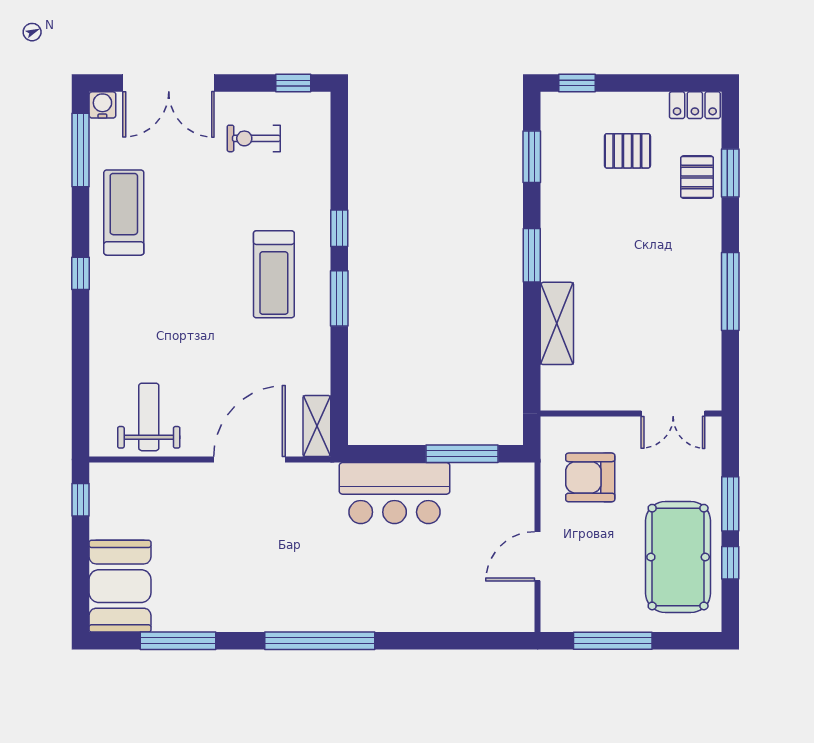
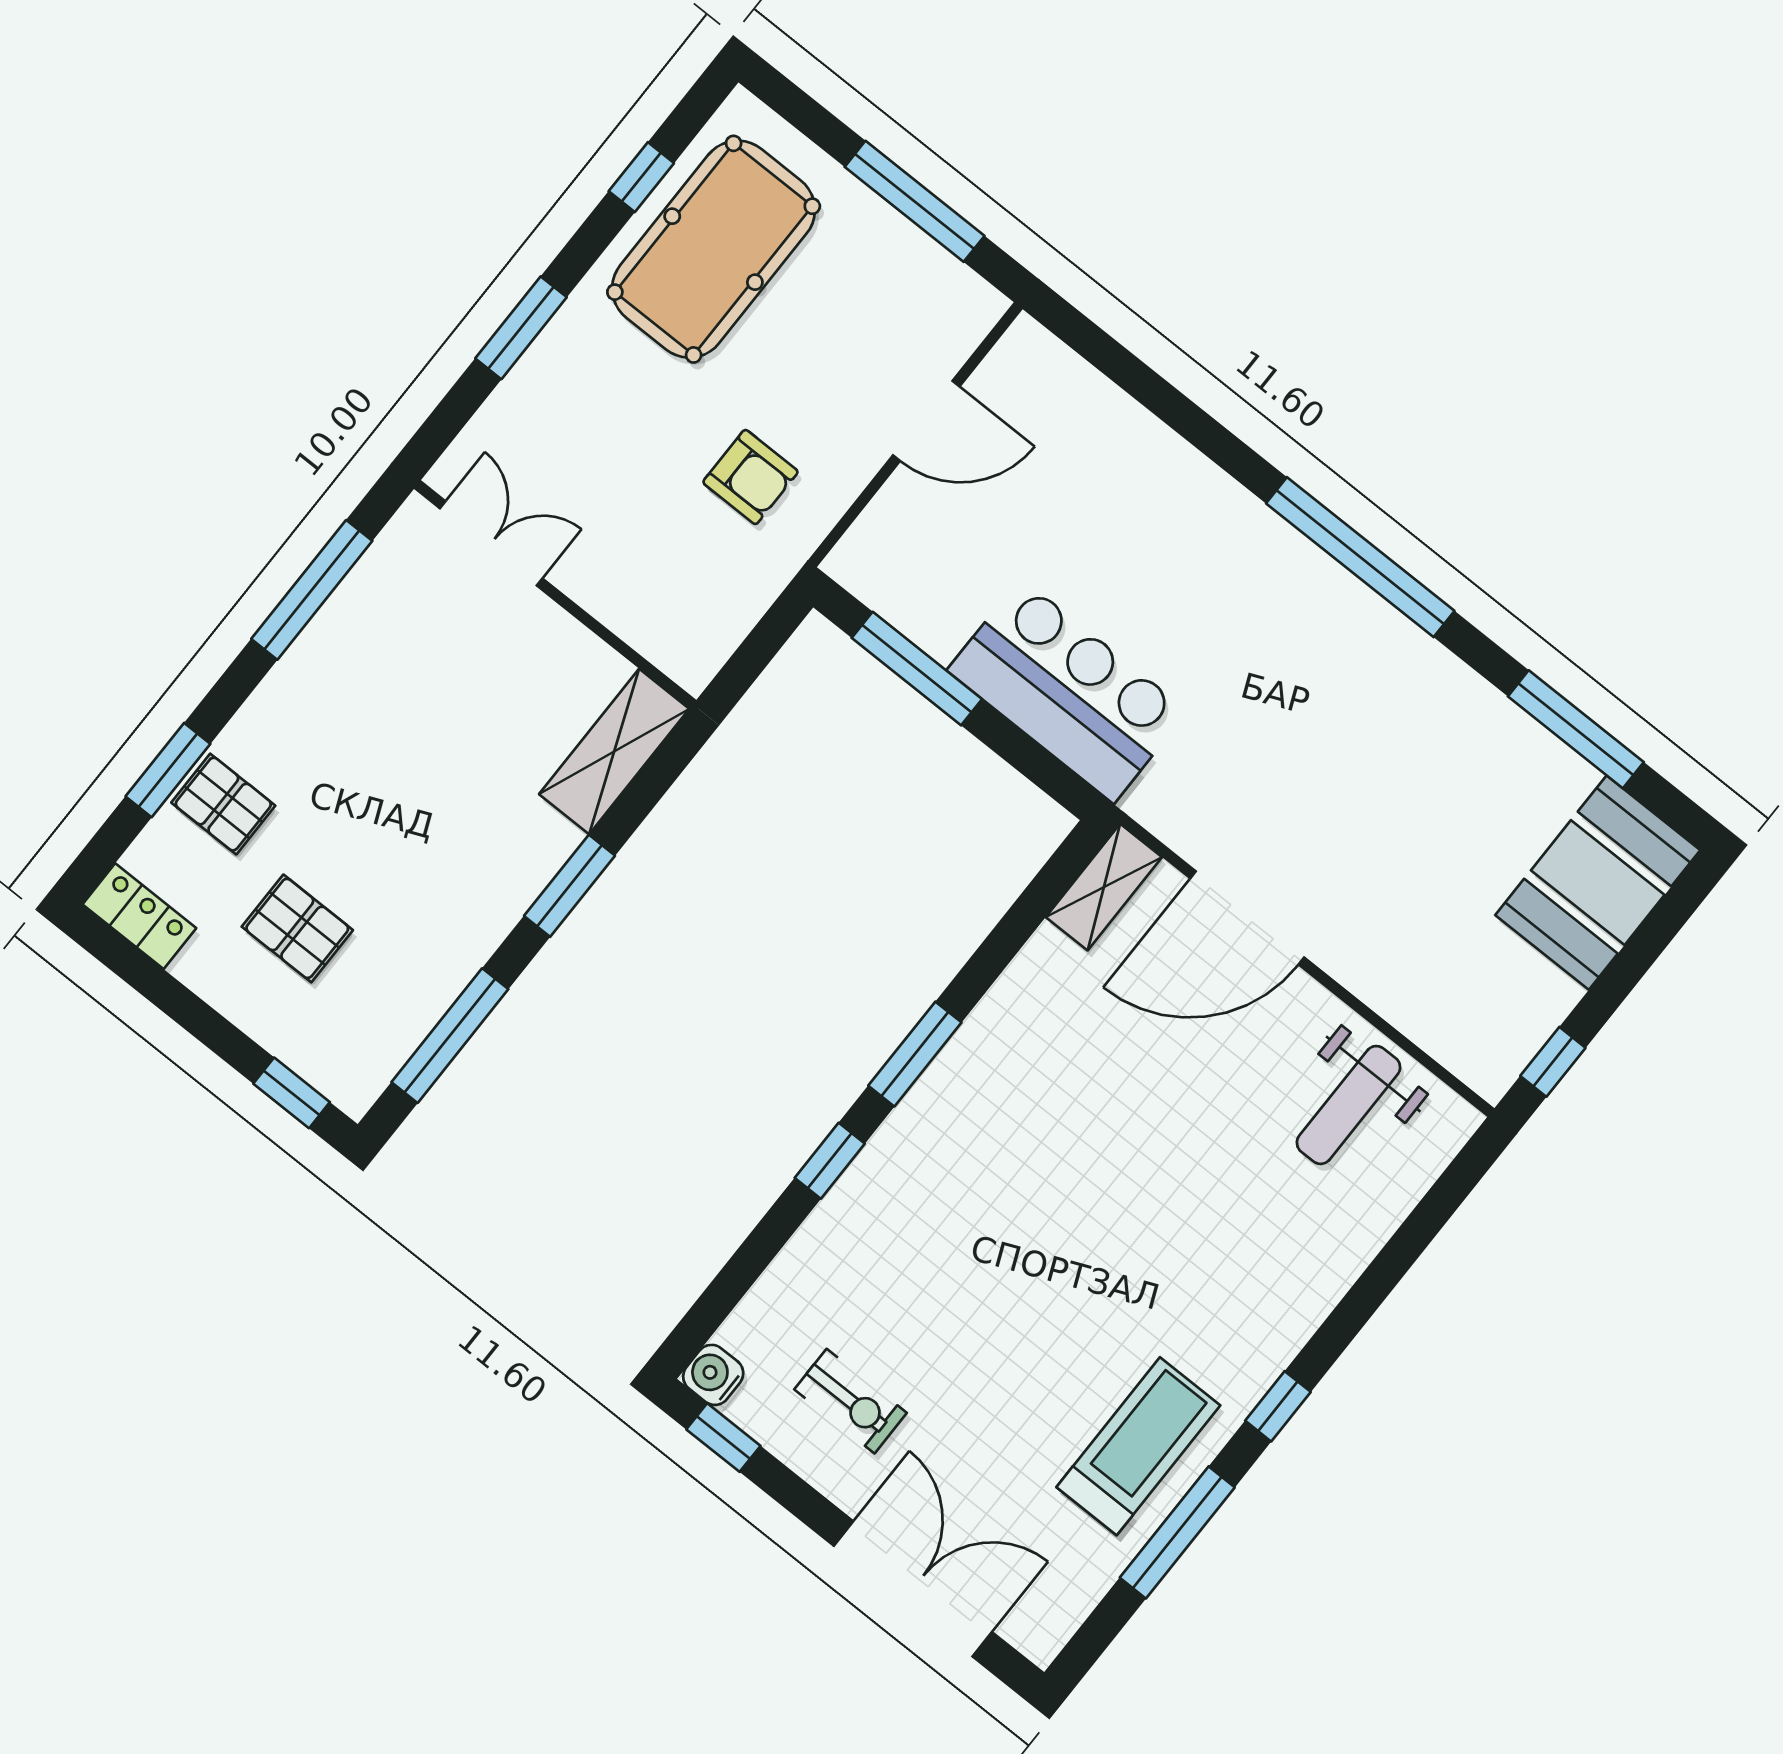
water cooler: (102, 105) -> (713, 1375), moved, turned 90
window: (81, 150) -> (1177, 1532), moved
window: (532, 157) -> (450, 1036), width x1.44
pallet: (697, 177) -> (223, 804), turned 90
treadmill: (124, 213) -> (1138, 1446), turned 180
treadmill: (274, 274) -> (985, 1170), removed
wall: (631, 414) -> (555, 594), moved
double door: (673, 414) -> (491, 543), moved
armchair: (590, 477) -> (750, 477), width x0.72, depth x0.72
window: (730, 504) -> (521, 328), moved

